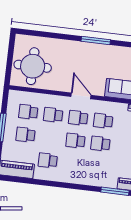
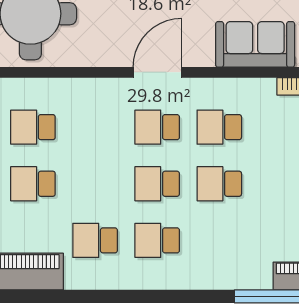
door: (81, 96) -> (158, 72), hinge flipped
school desk: (53, 115) -> (157, 240), moved

